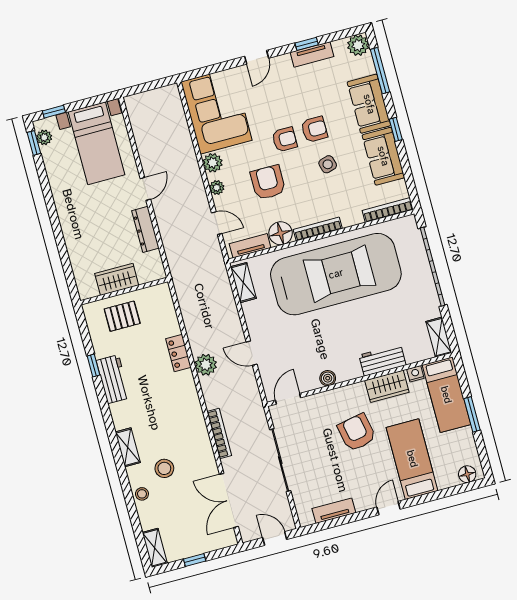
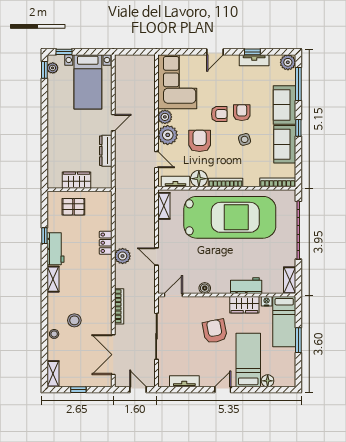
armchair: (314, 129) -> (242, 113), turned -90
plant: (217, 188) -> (168, 135), width x1.87, depth x1.87
shelving: (128, 447) -> (53, 279), moved
floor lamp: (467, 474) -> (268, 381), moved

